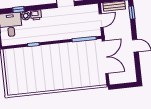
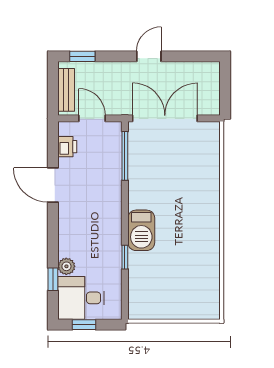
printer: (36, 15) -> (67, 147), moved
barbecue: (48, 51) -> (141, 230), added

